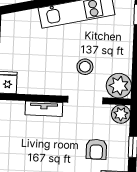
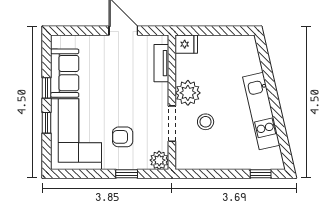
plant: (119, 86) -> (188, 93), moved
tv unit: (44, 109) -> (161, 63), moved

